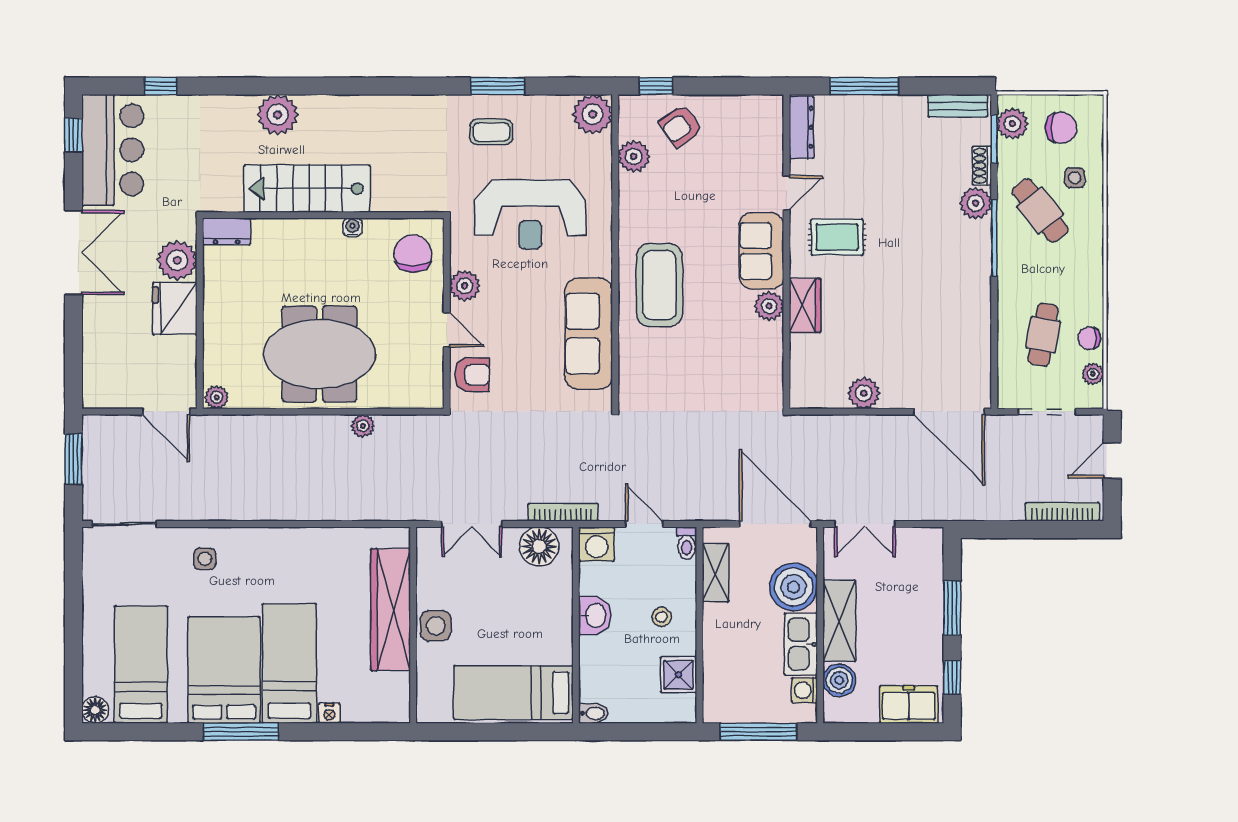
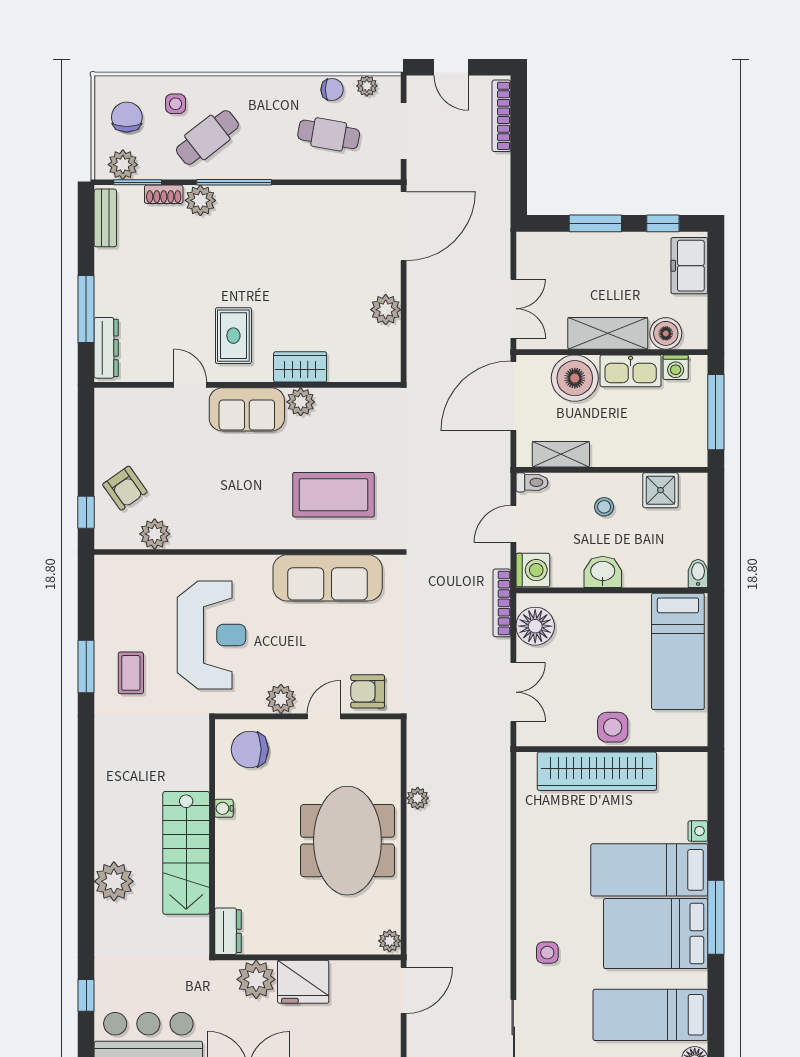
plant: (593, 114) -> (114, 574), removed
dresser: (801, 127) -> (106, 348), moved, turned 90
coffee table: (659, 285) -> (333, 495), moved
chair: (1089, 338) -> (332, 89), turned -90
armchair: (472, 375) -> (368, 691), turned -90

